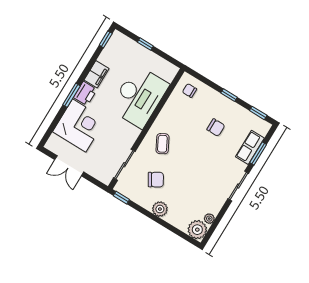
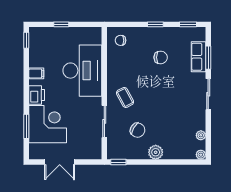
filing cabinet: (97, 74) -> (36, 73), width x0.50
window: (71, 95) -> (26, 126), moved
sliding door: (124, 165) -> (104, 121), moved
chair: (156, 180) -> (137, 130), turned 61
plant: (197, 230) -> (201, 155), width x0.53, depth x0.53

